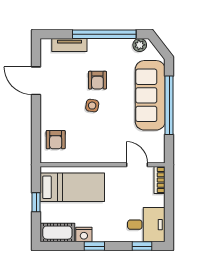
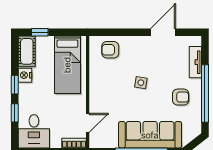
plant: (140, 45) -> (195, 125), removed
armchair: (97, 80) -> (181, 97), moved, turned 180
window: (36, 202) -> (40, 32), moved
window: (142, 246) -> (15, 113), moved

